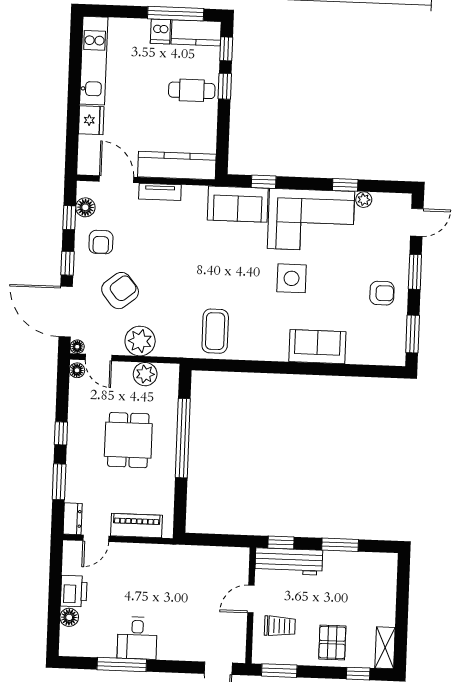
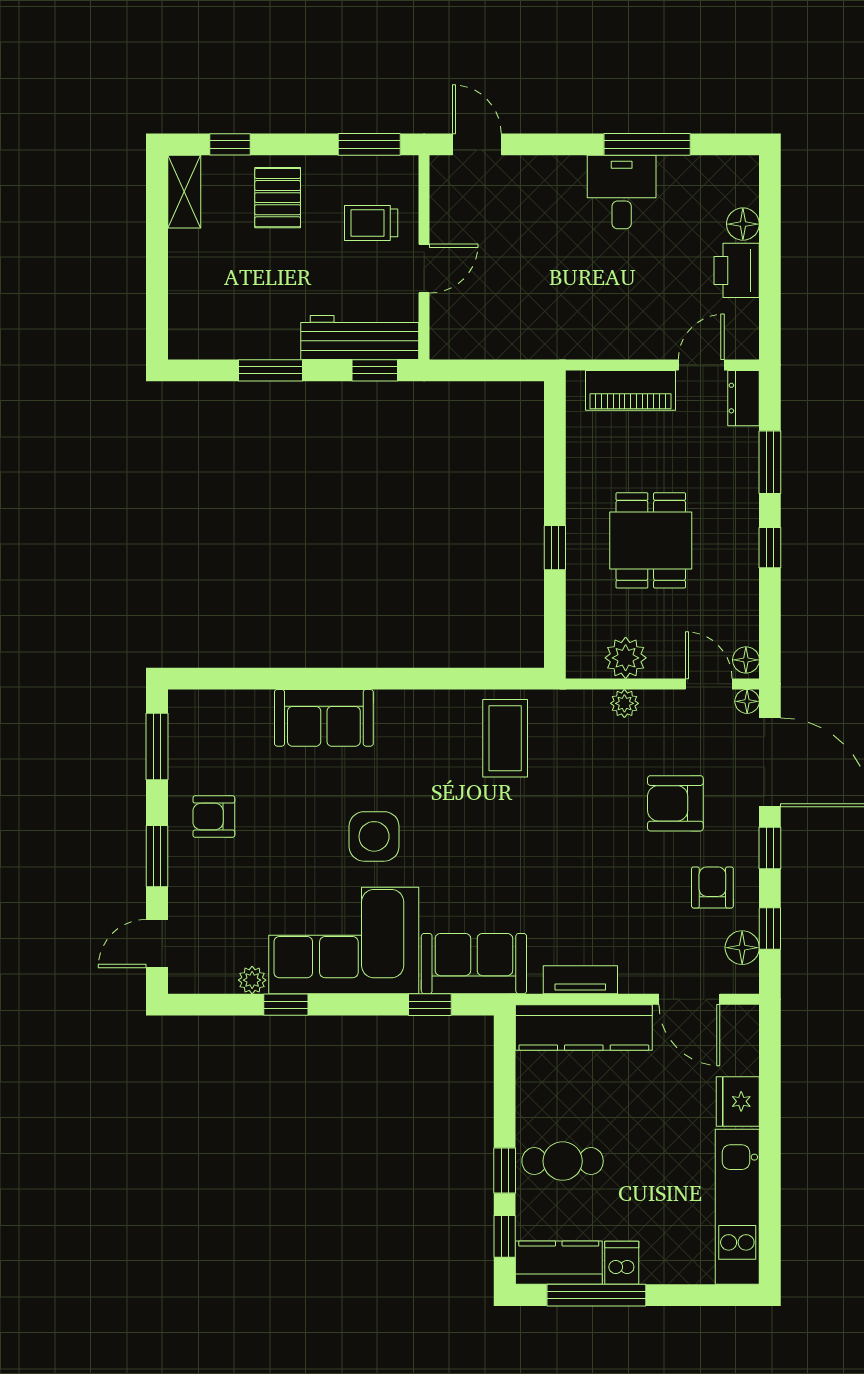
tv unit: (160, 192) -> (580, 980), moved
armchair: (120, 291) -> (675, 803), turned 39
plant: (140, 341) -> (624, 703), width x0.53, depth x0.53
window: (183, 438) -> (555, 548), width x0.32

